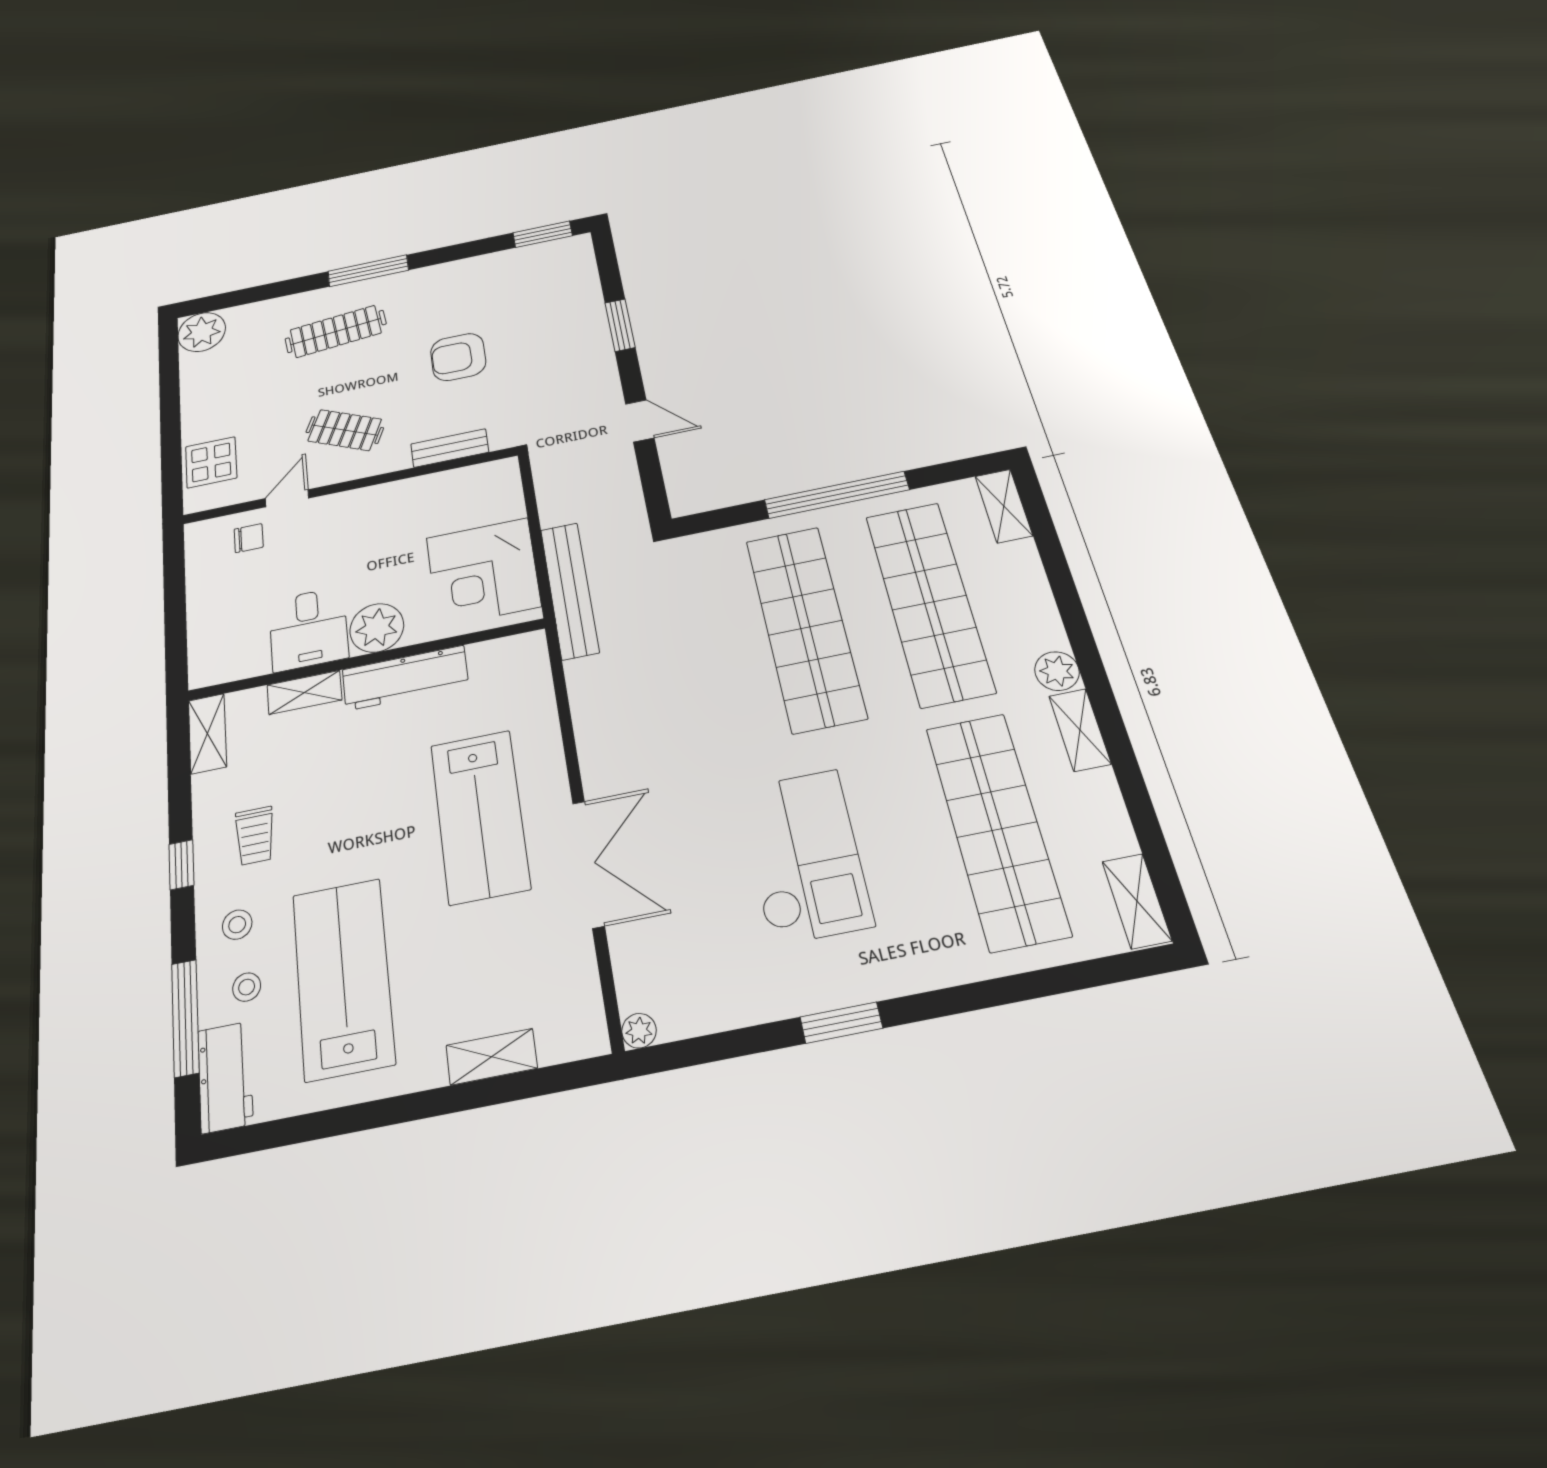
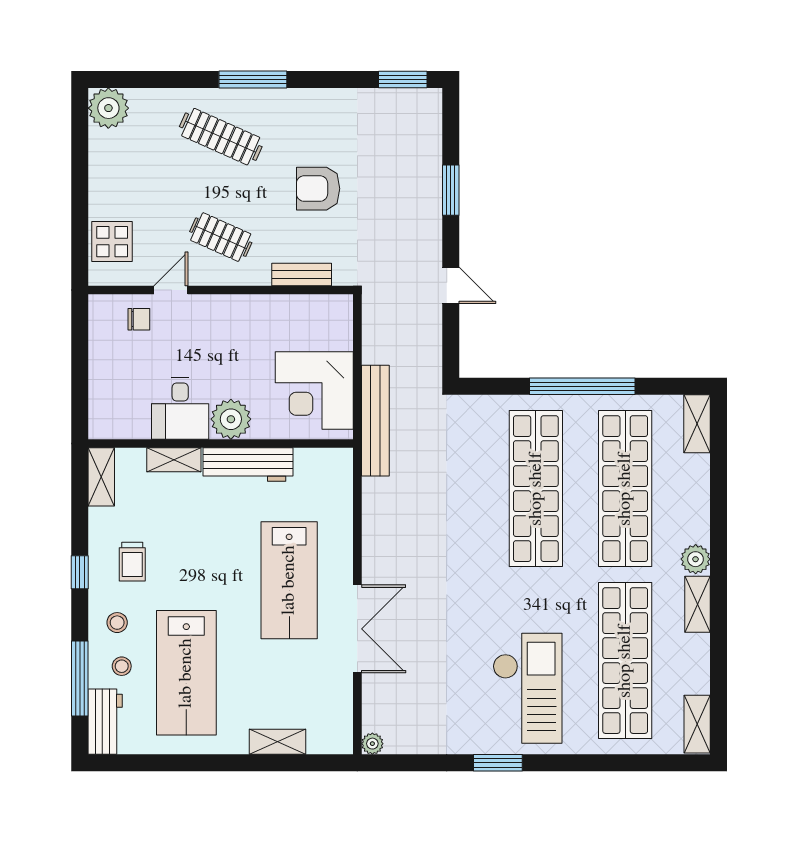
clothes rail: (336, 331) -> (221, 137), turned 30
checkout: (805, 856) -> (527, 688), moved
lab bench: (343, 978) -> (186, 673), turned 180

